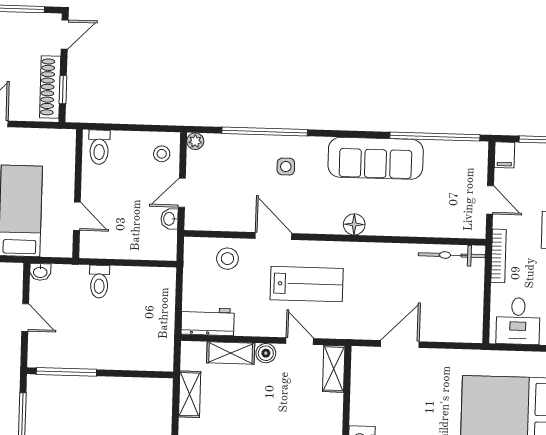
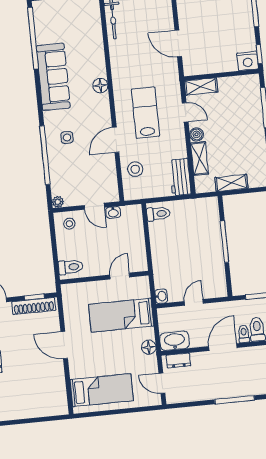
toilet: (99, 282) -> (158, 214), moved
door: (300, 341) -> (185, 112), swing flipped
window: (66, 372) -> (224, 242), moved

